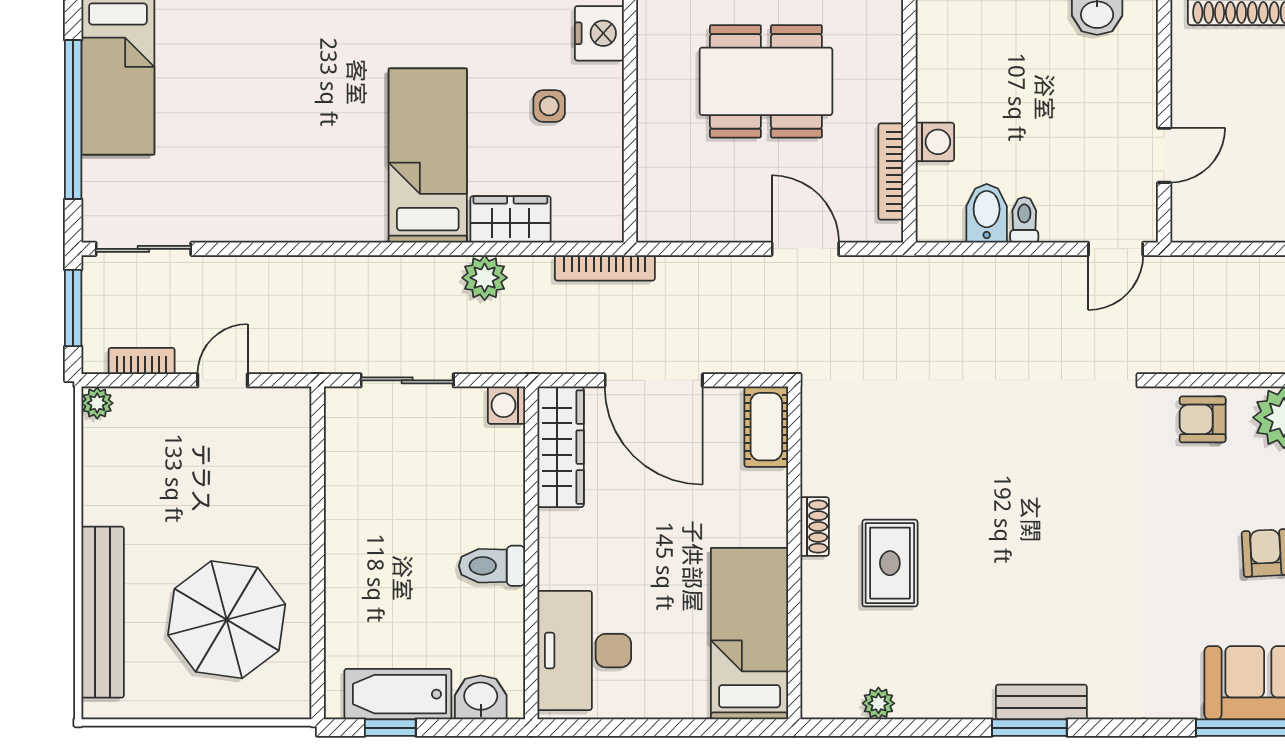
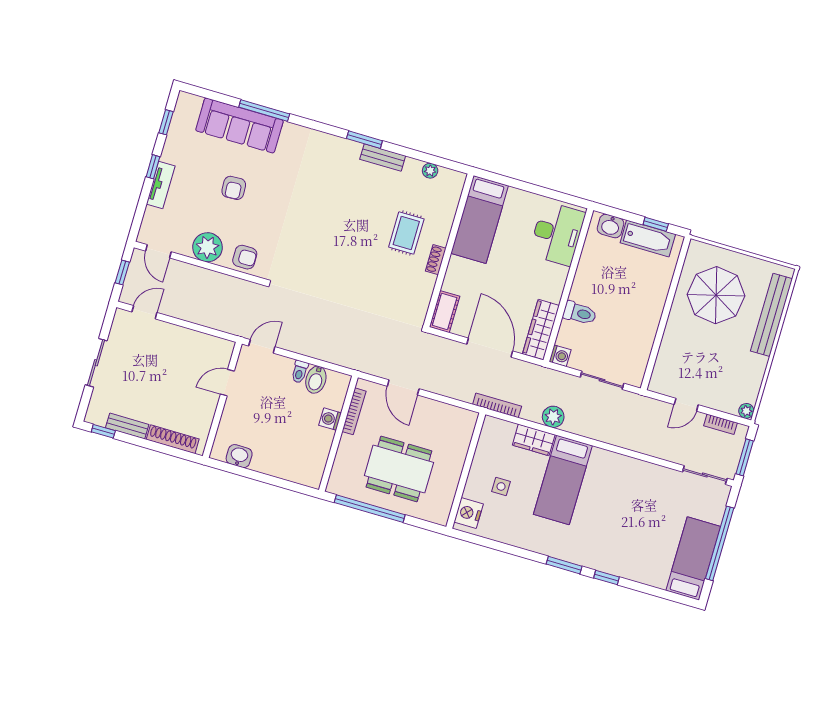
toilet: (492, 566) -> (580, 313), moved
bench: (1041, 702) -> (383, 158), moved

